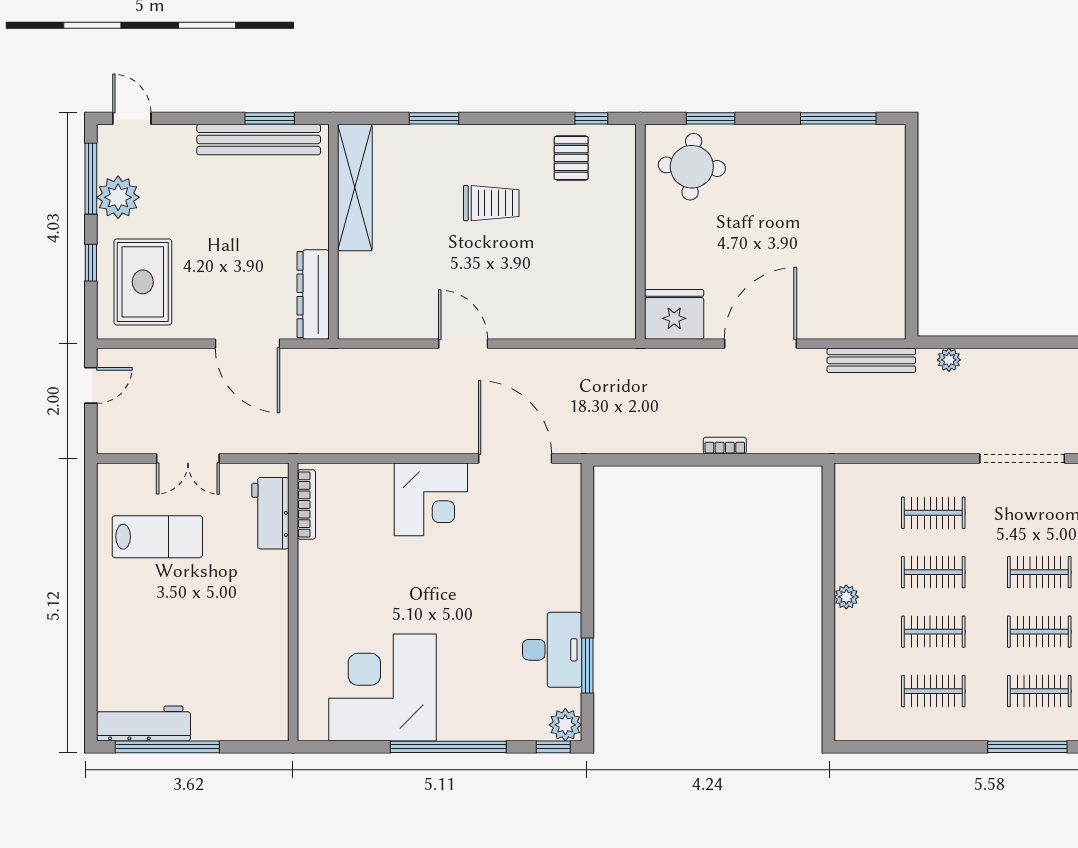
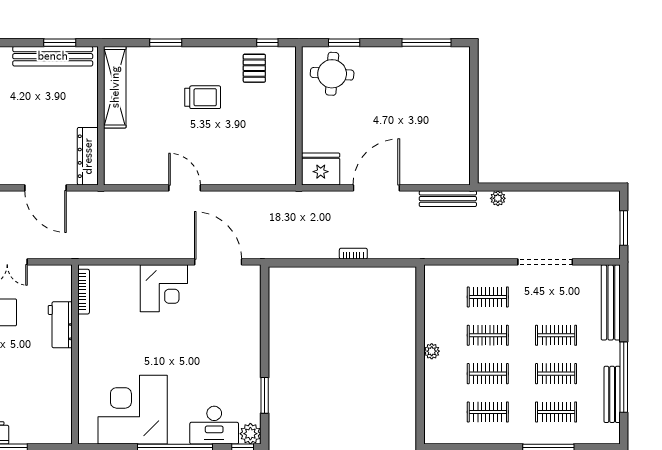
workbench: (270, 513) -> (60, 325), moved
desk: (552, 650) -> (214, 425), moved, turned 90

